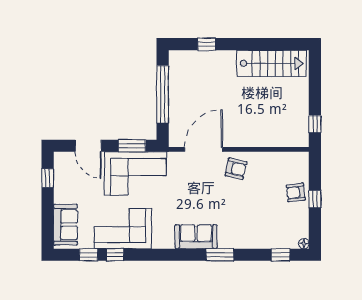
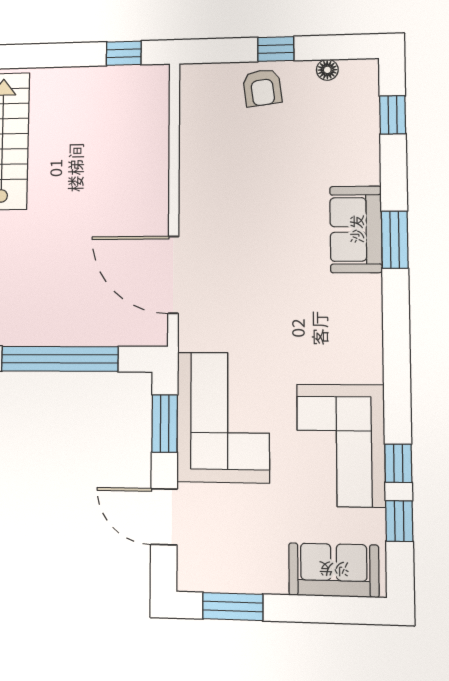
door: (88, 146) -> (164, 517), swing flipped
armchair: (236, 169) -> (213, 208), removed
window: (48, 178) -> (233, 607), width x1.50
sofa: (196, 237) -> (356, 229), moved
floor lamp: (304, 244) -> (327, 70), moved

